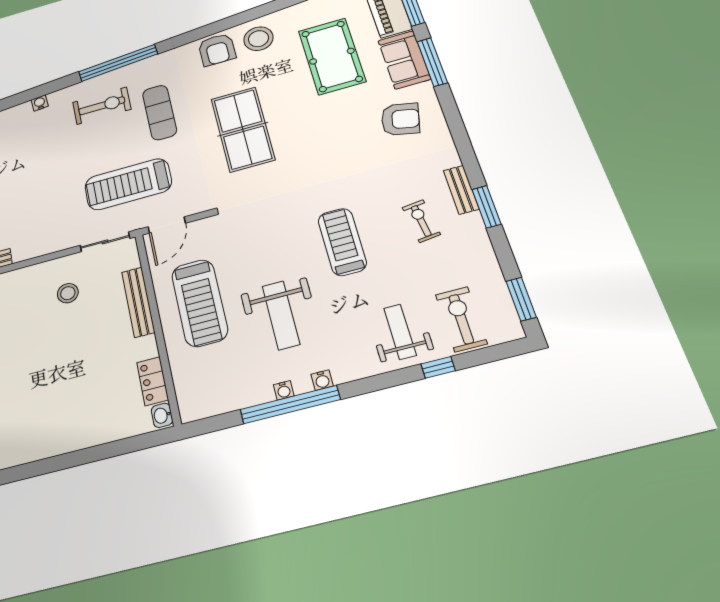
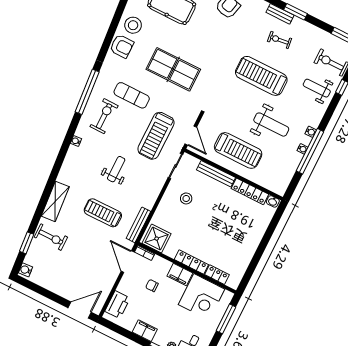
weight bench: (39, 176) -> (116, 169), added
treadmill: (342, 242) -> (261, 76), width x1.37, depth x1.38
locker: (153, 381) -> (250, 191), width x1.53

